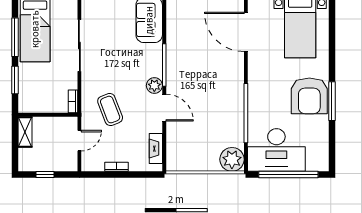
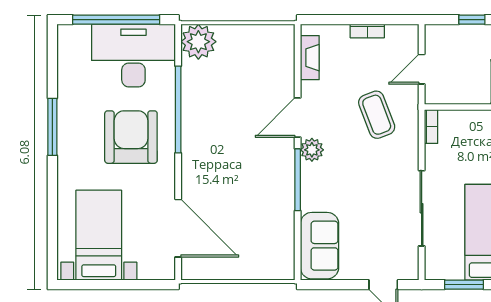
armchair: (309, 96) -> (131, 137), moved
door: (164, 108) -> (298, 118), hinge flipped

